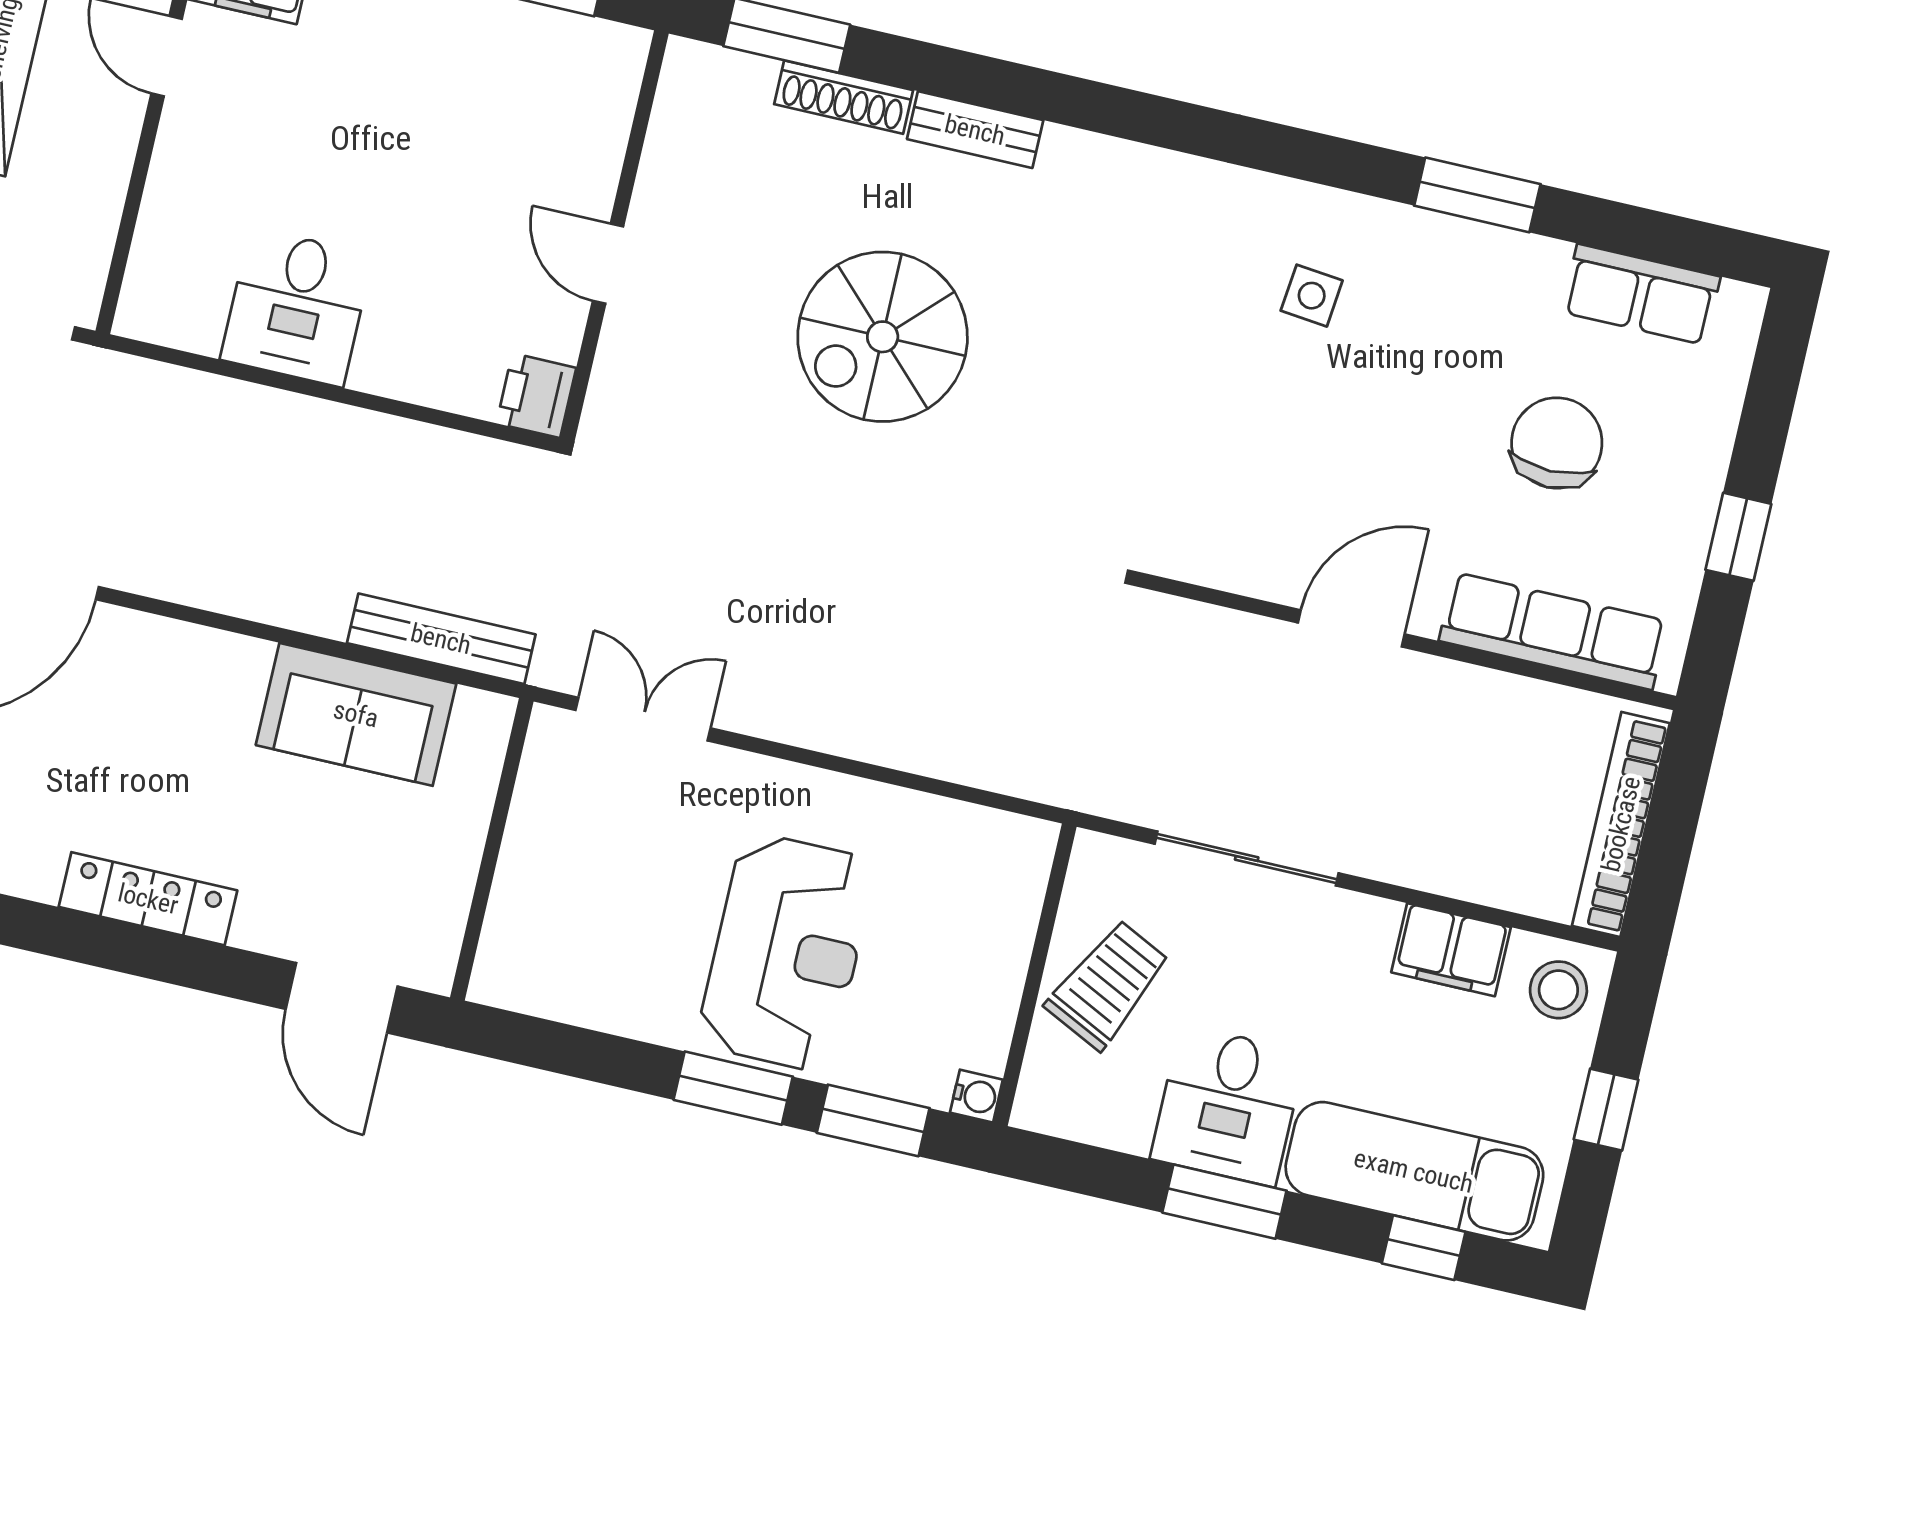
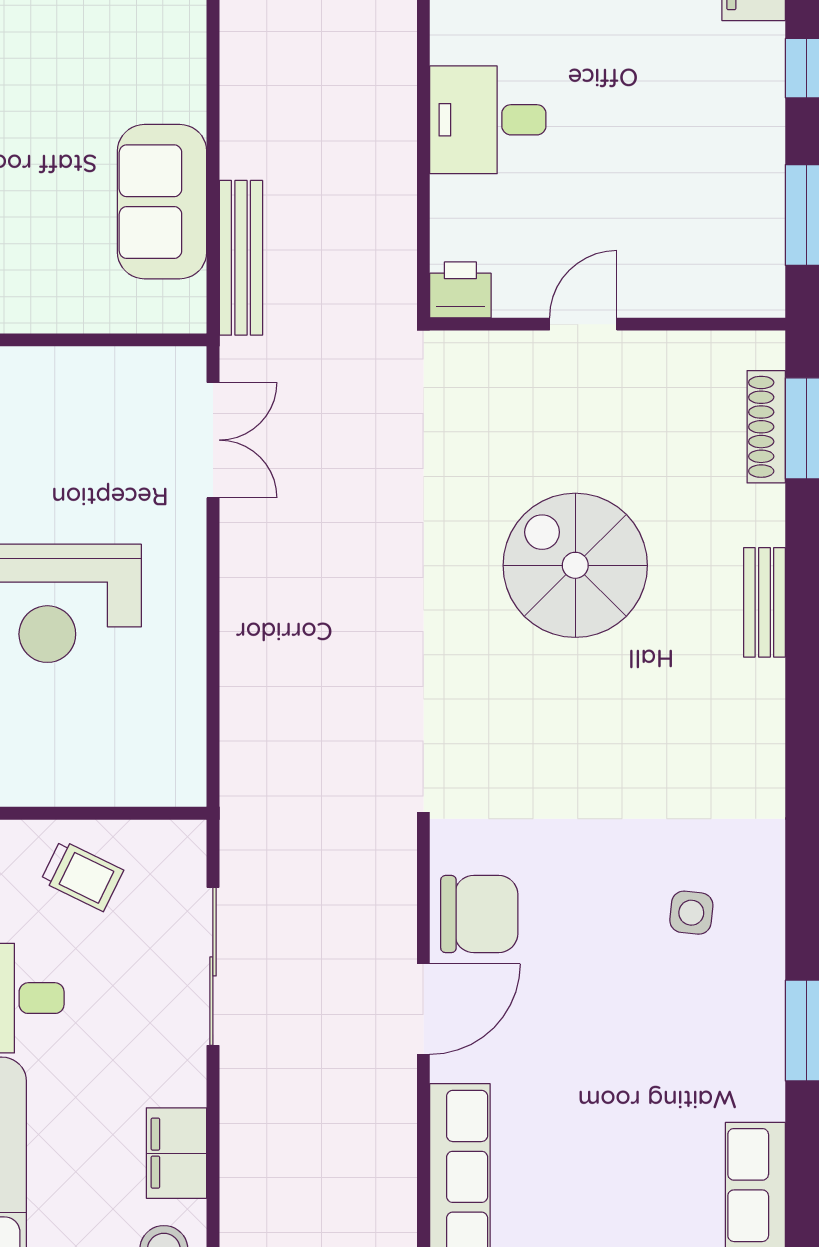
shoe rack: (844, 97) -> (766, 427), moved
desk: (297, 307) -> (488, 120), moved
chair: (1557, 443) -> (479, 914), moved
door: (1351, 628) -> (423, 1009), hinge flipped
trolley: (1108, 985) -> (82, 876), width x0.73, depth x0.72

